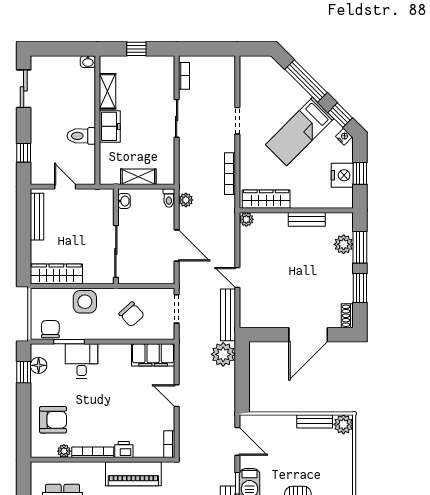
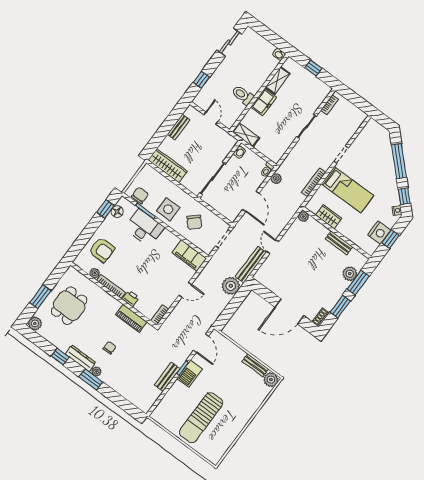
bed: (300, 132) -> (347, 190), moved, turned -135
shelving: (138, 177) -> (246, 135), moved
wardrobe: (266, 199) -> (329, 217), width x0.67
bench: (37, 217) -> (179, 127), width x0.73
side table: (85, 302) -> (168, 209), moved
desk: (82, 361) -> (144, 228), width x1.37
door: (177, 396) -> (185, 290), swing flipped
piano: (133, 474) -> (131, 318), width x0.73, depth x0.75

